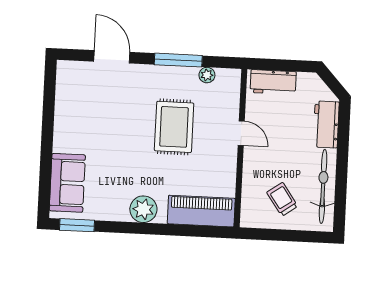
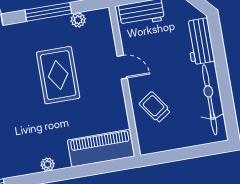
trolley: (282, 199) -> (155, 107), moved
plant: (143, 209) -> (48, 164), width x0.53, depth x0.53

